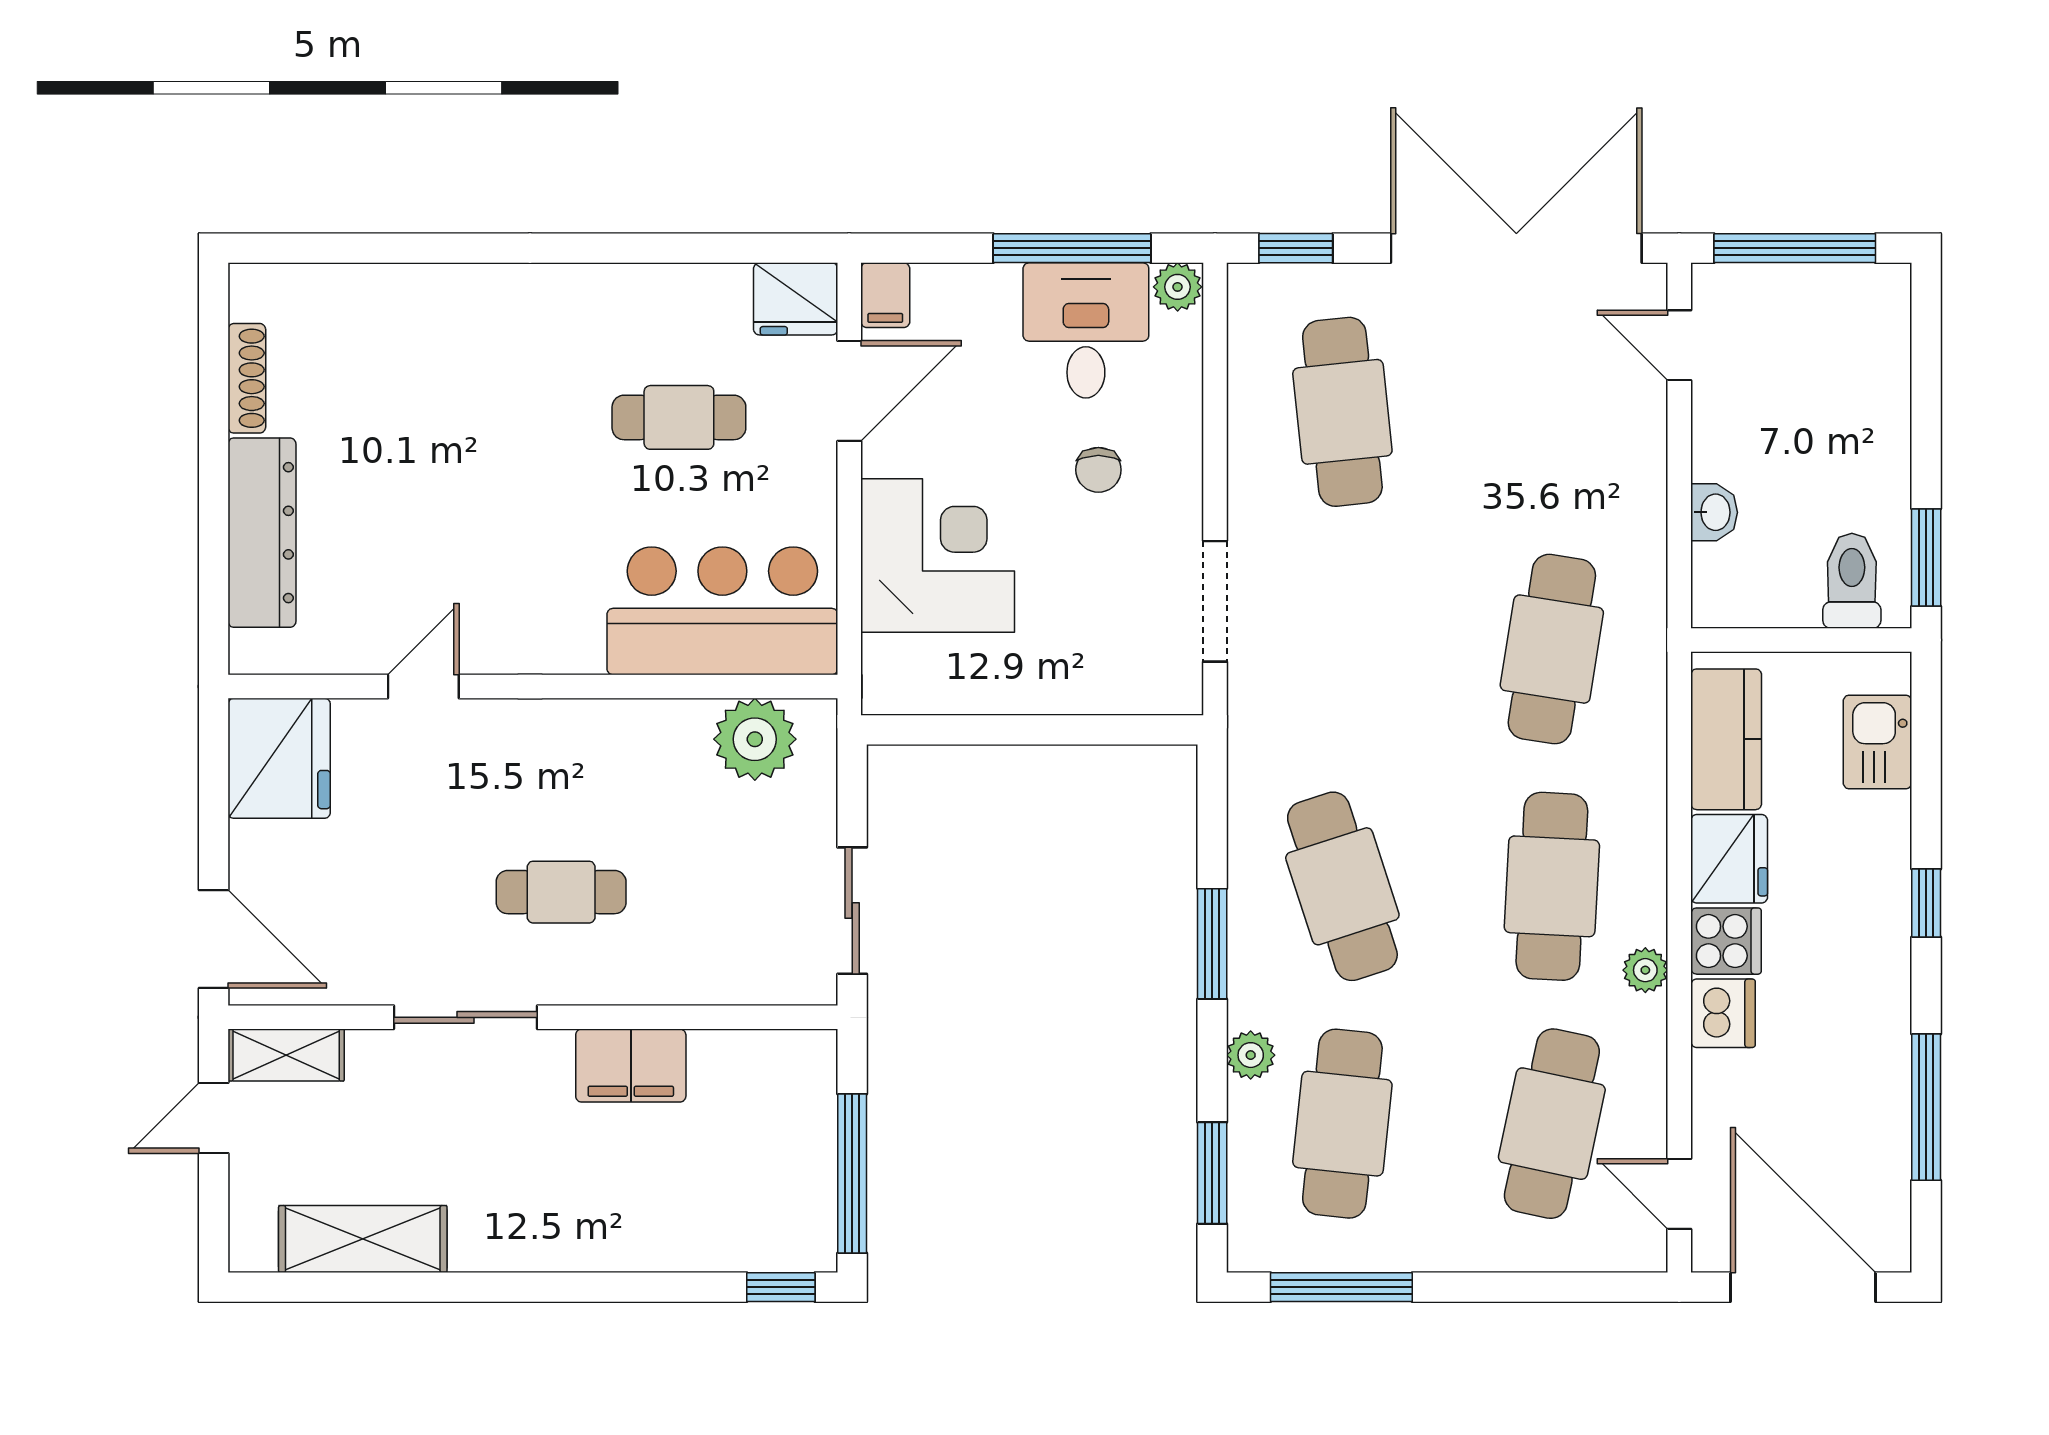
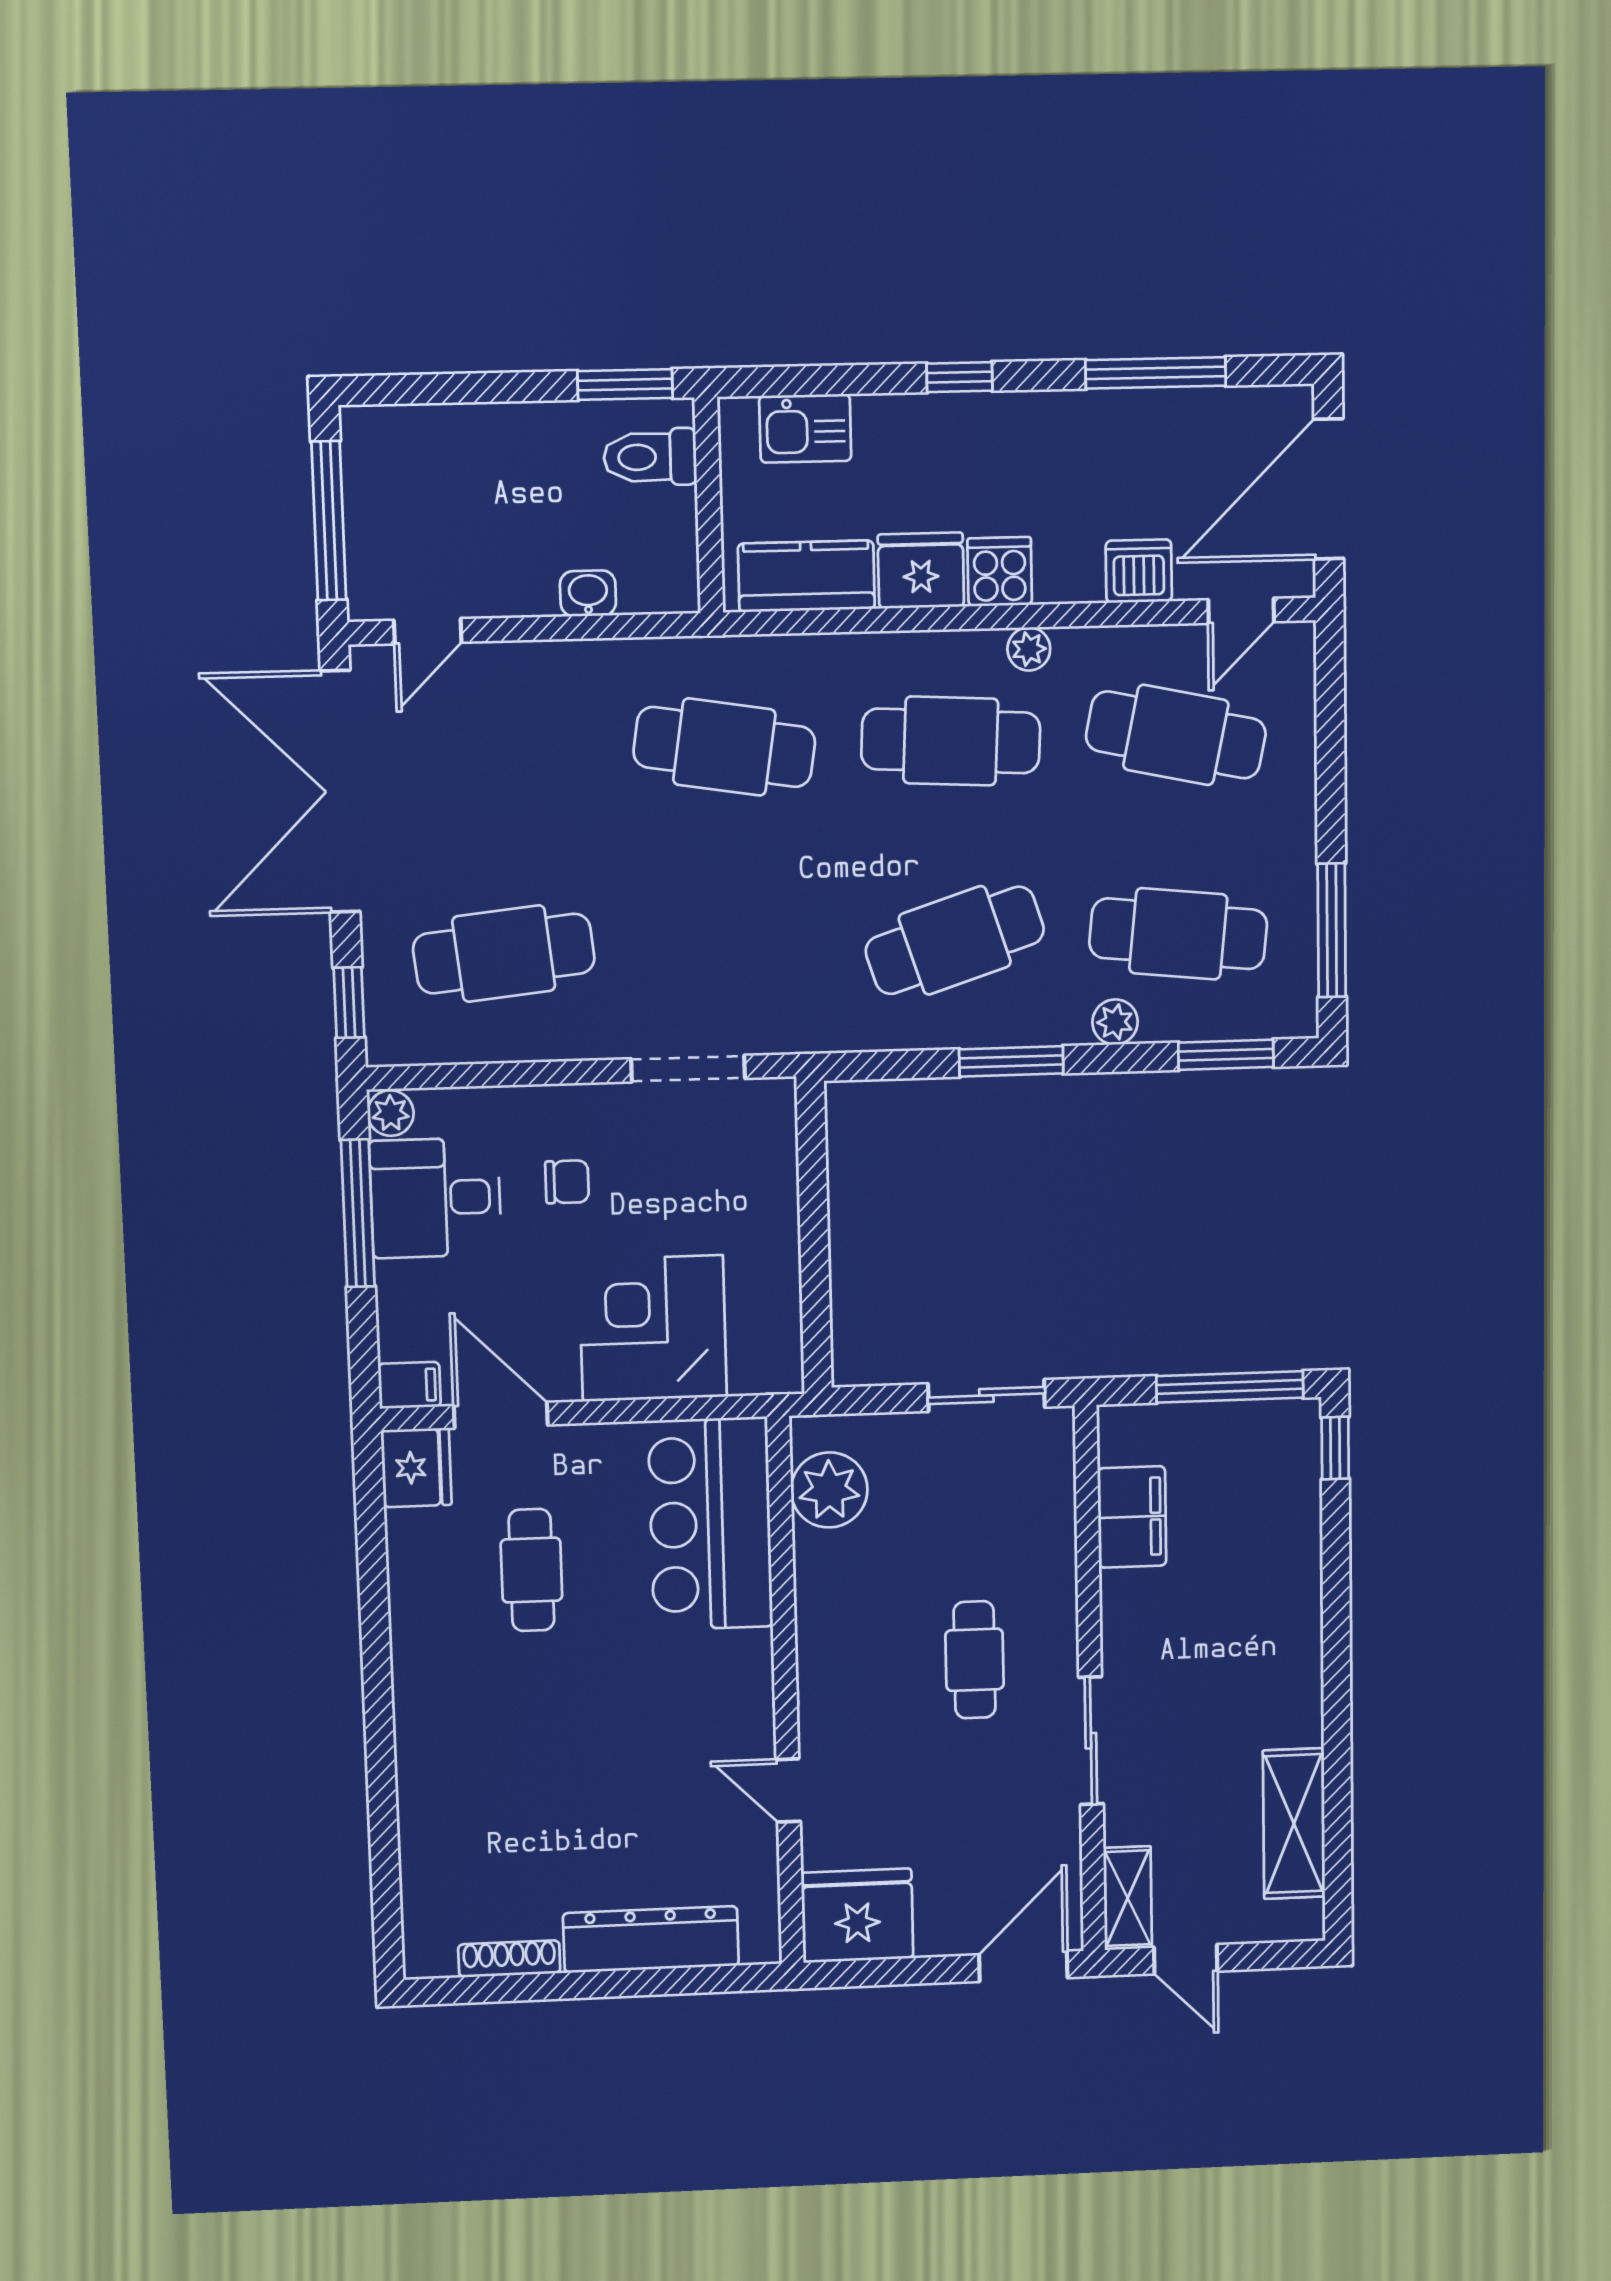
dishwasher: (1723, 1013) -> (1139, 571), moved
filing cabinet: (631, 1066) -> (1132, 1517), moved

